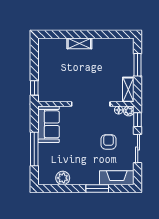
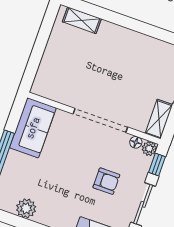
shelving: (79, 43) -> (82, 20), moved
window: (34, 88) -> (31, 71), removed
armchair: (108, 142) -> (106, 181), turned 90

